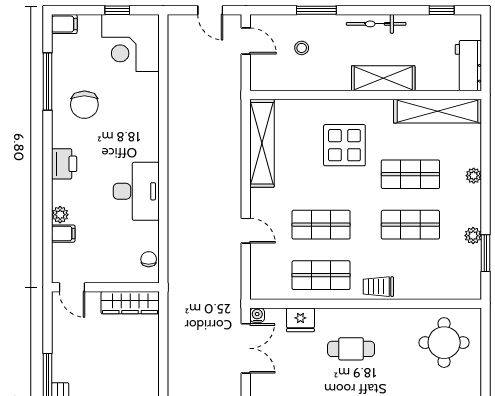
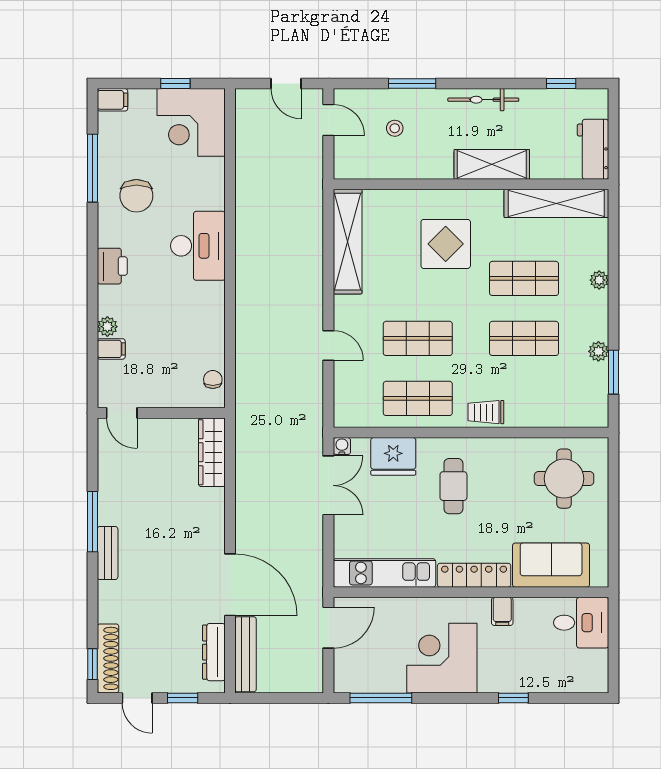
desk: (136, 191) -> (198, 246), moved
wardrobe: (130, 303) -> (212, 452), moved, turned 90
fridge: (300, 320) -> (393, 456), width x1.36, depth x1.34
cafe table: (351, 349) -> (453, 486), turned 90

